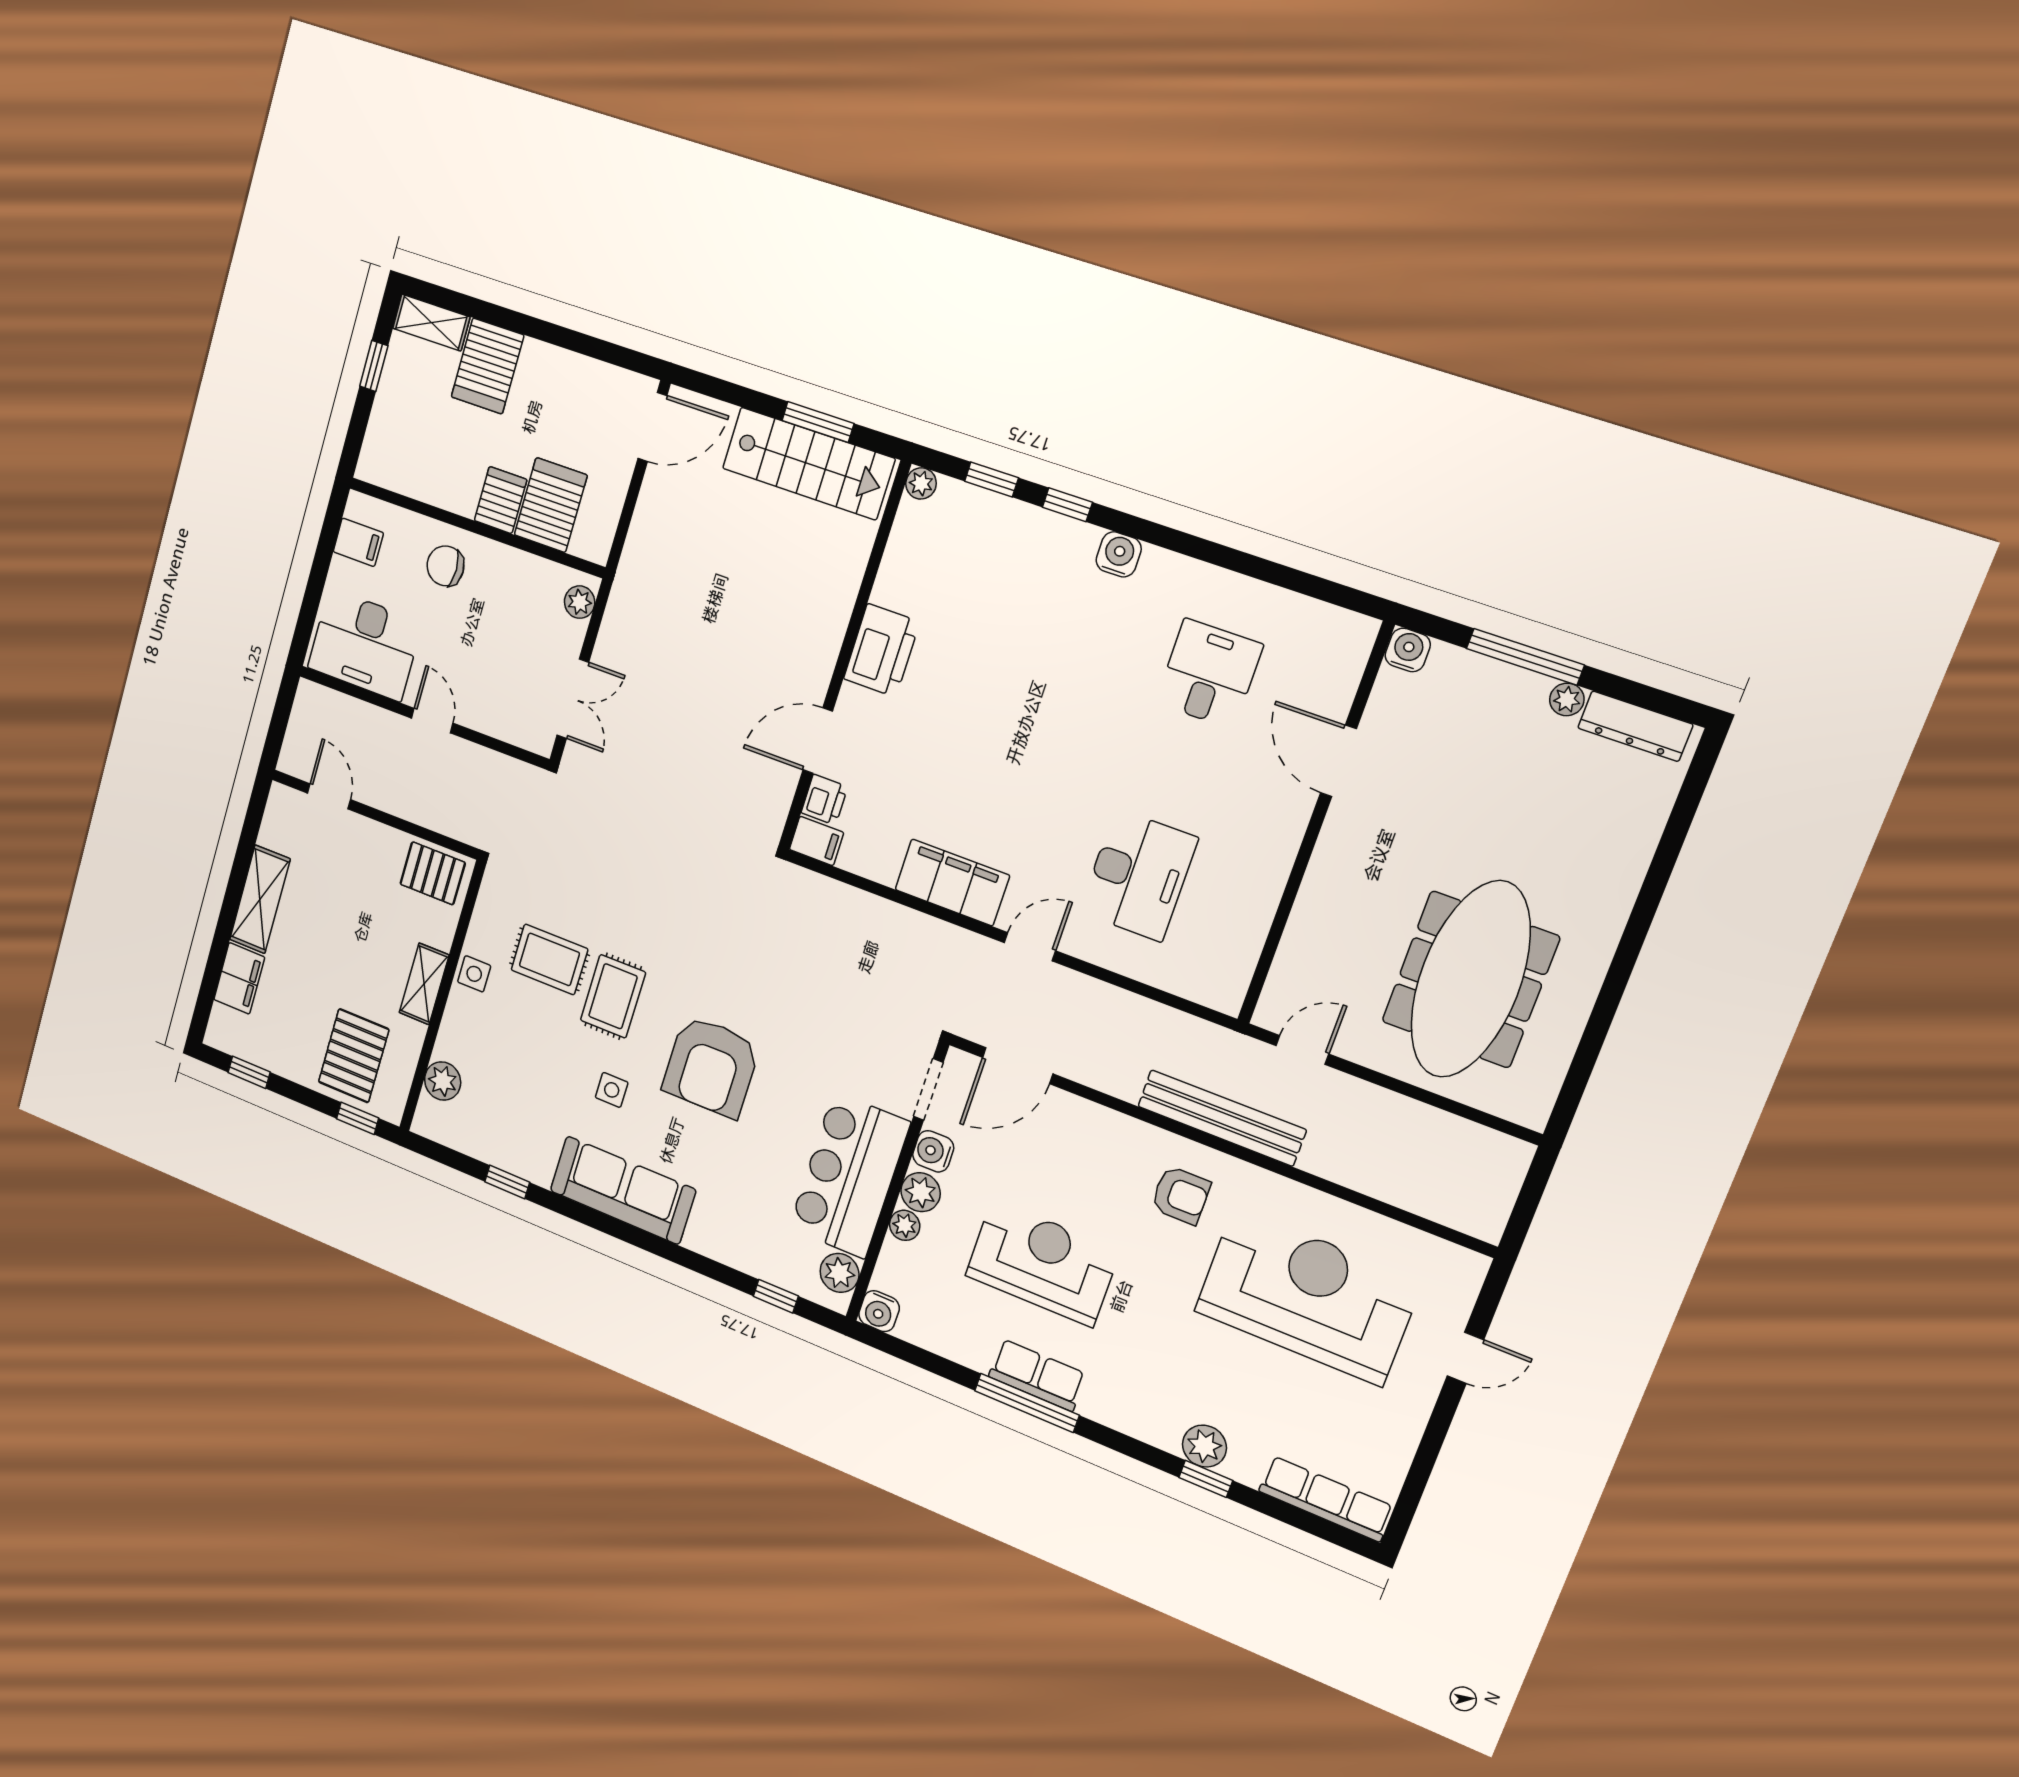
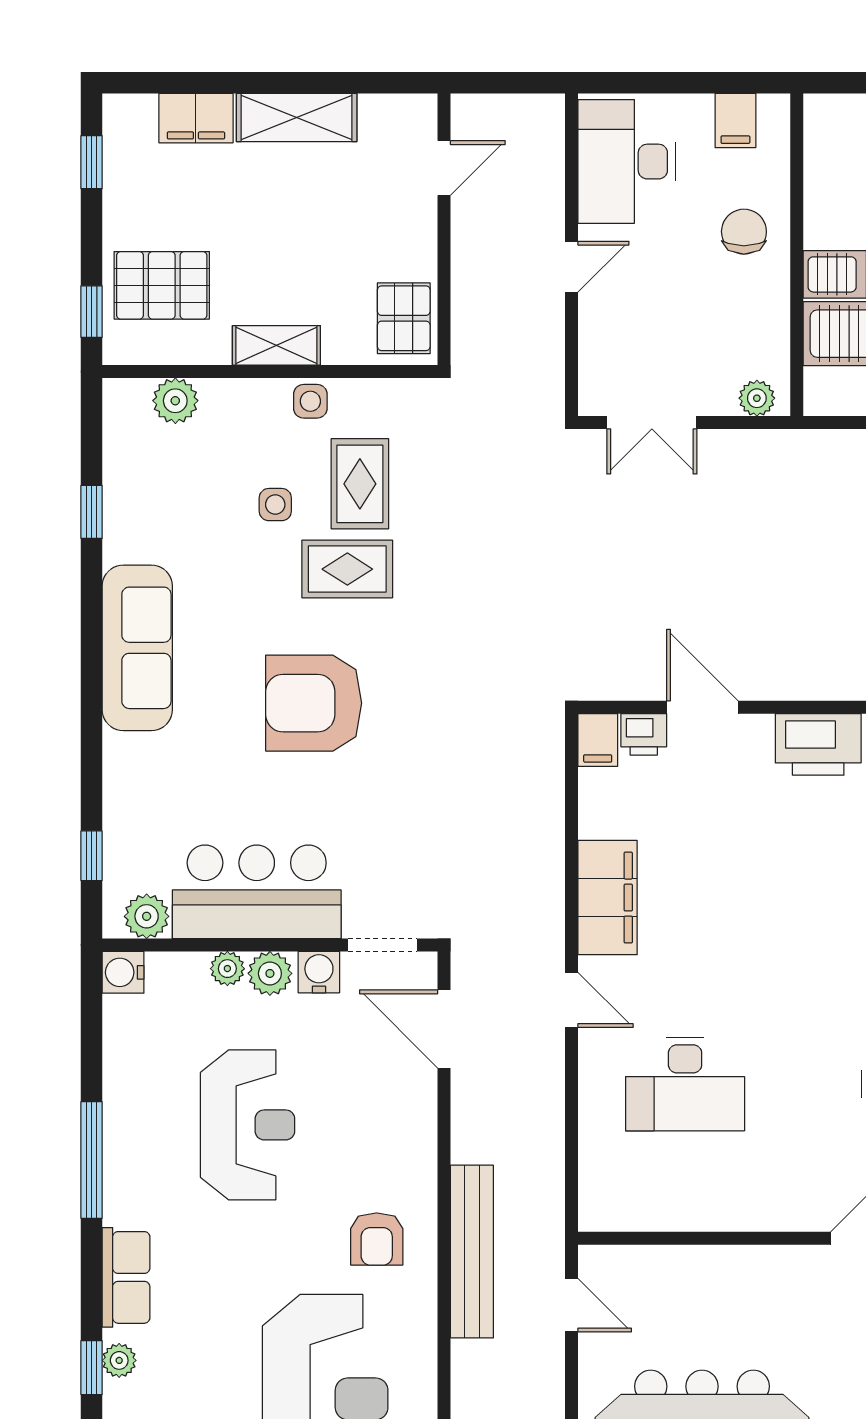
side table: (612, 1090) -> (275, 505), moved
row of seats: (1037, 1375) -> (126, 1277), moved
plant: (1204, 1446) -> (119, 1360), width x0.73, depth x0.73

